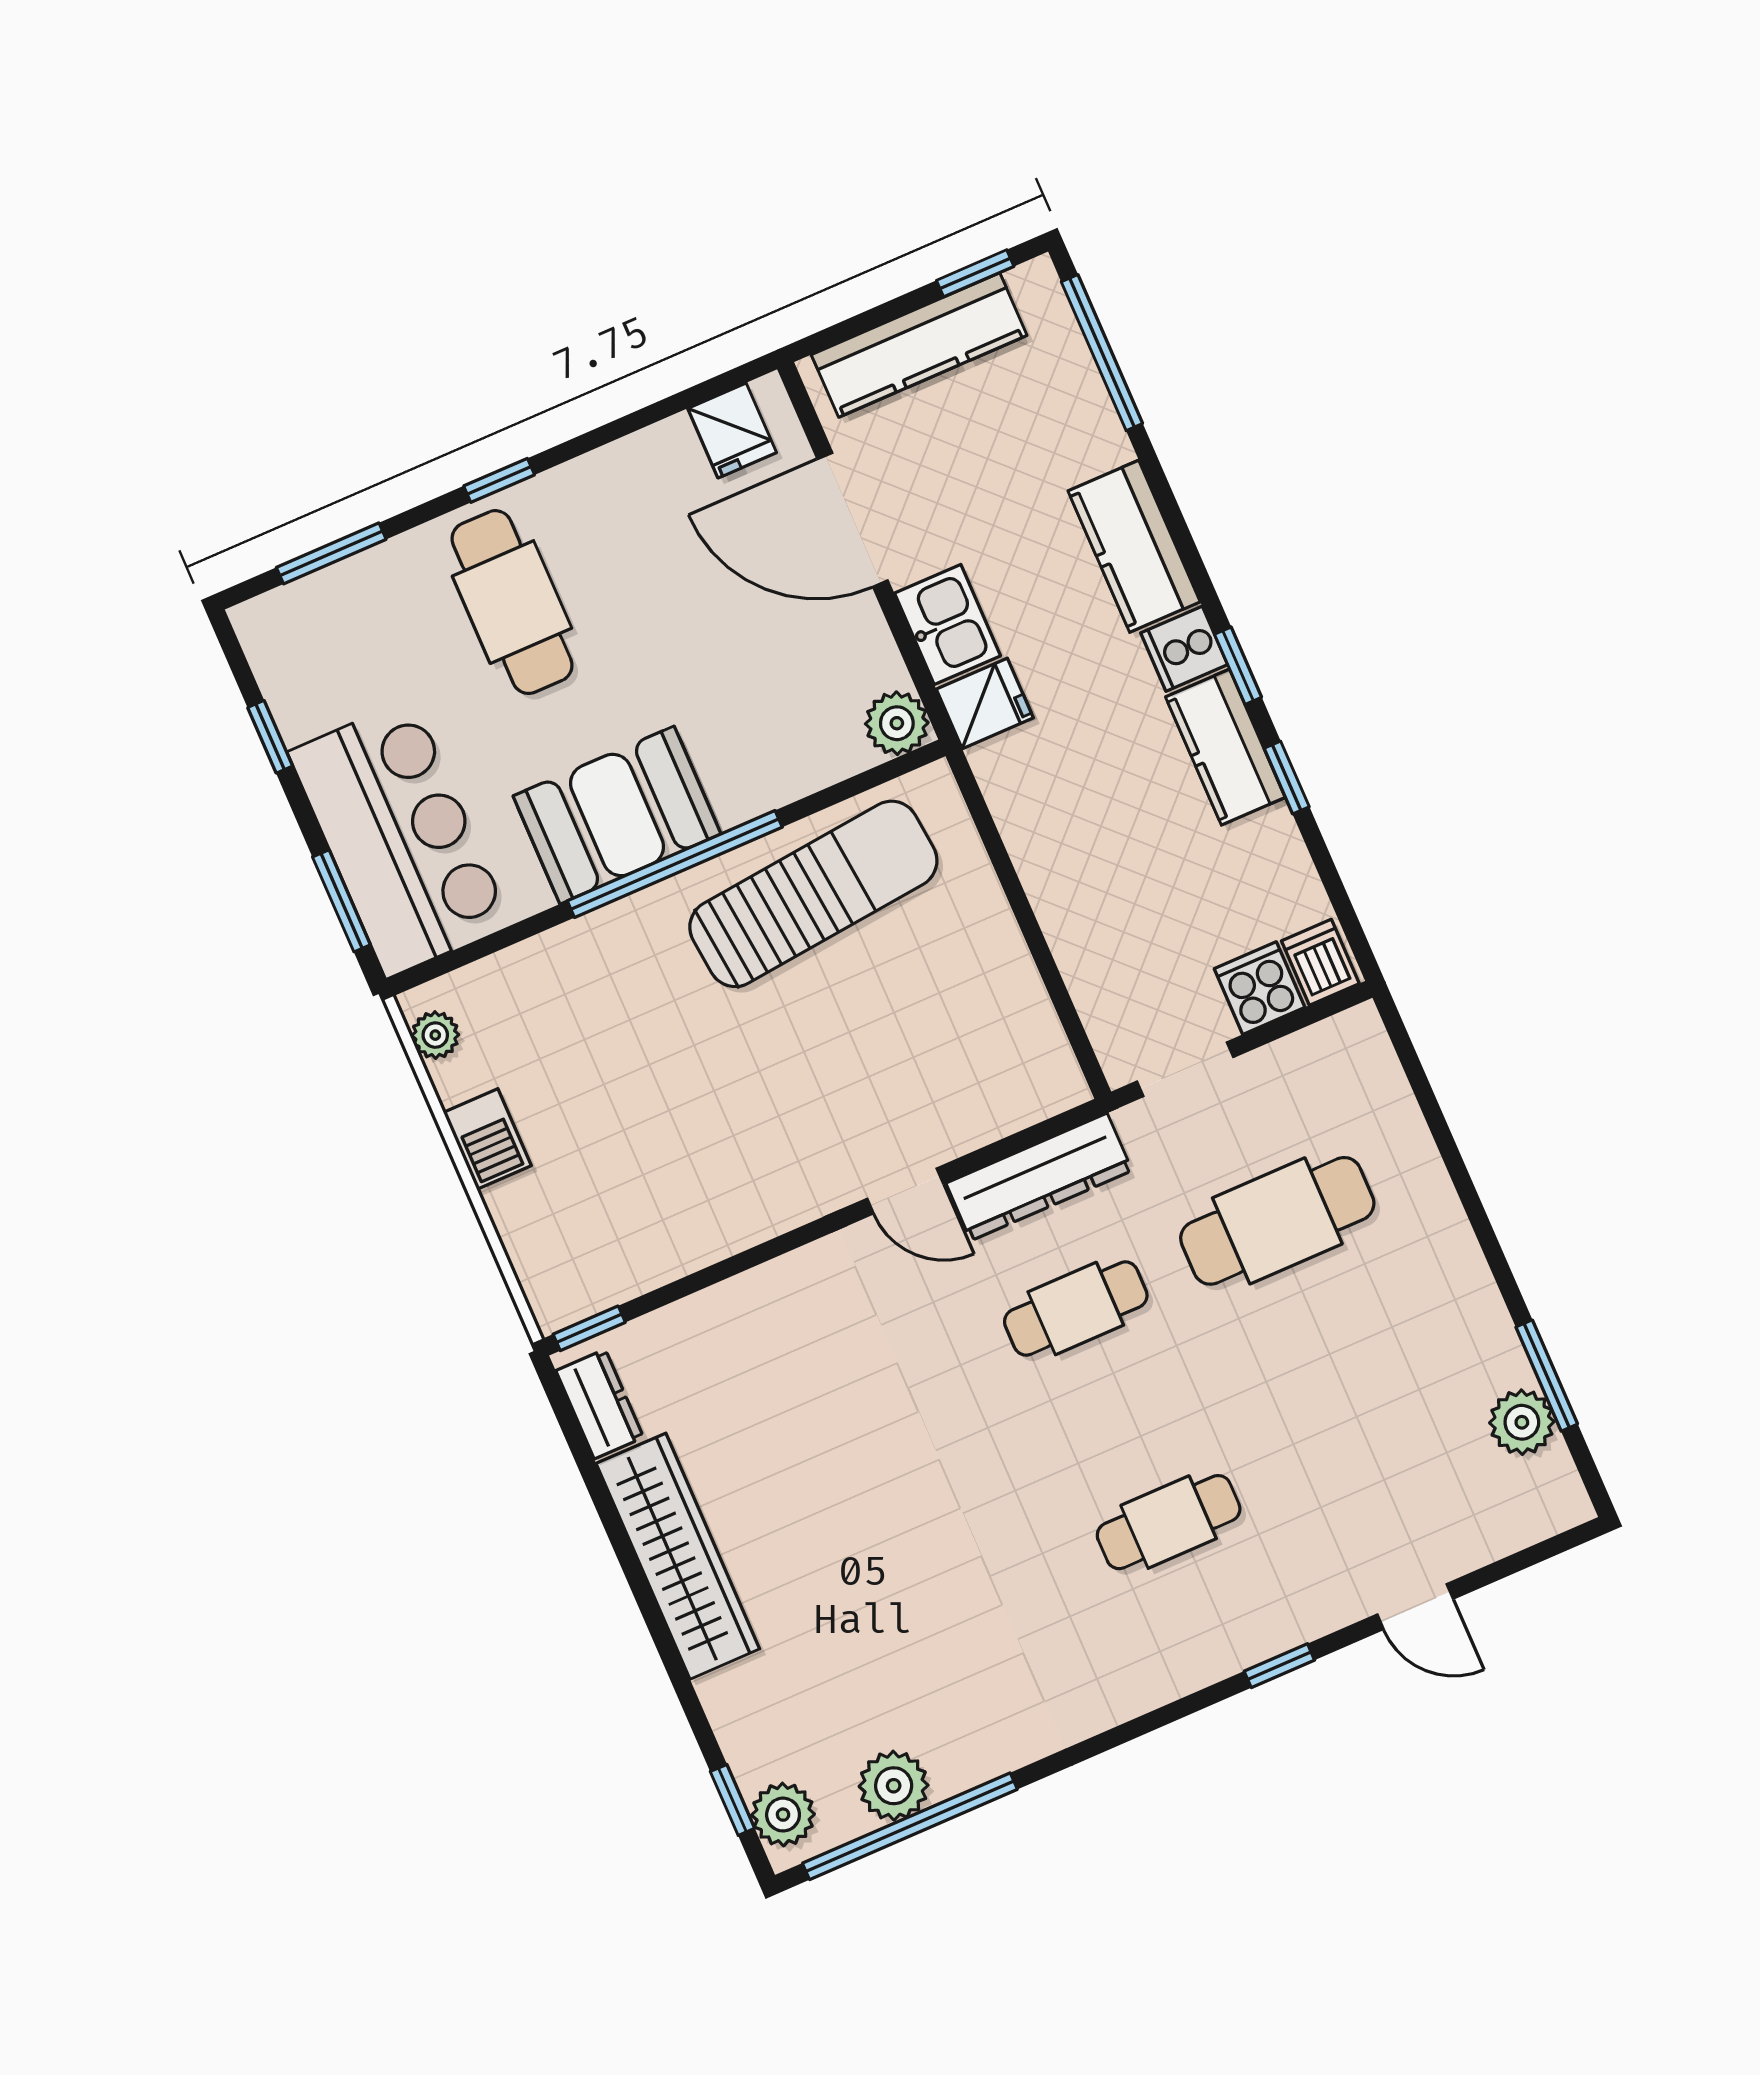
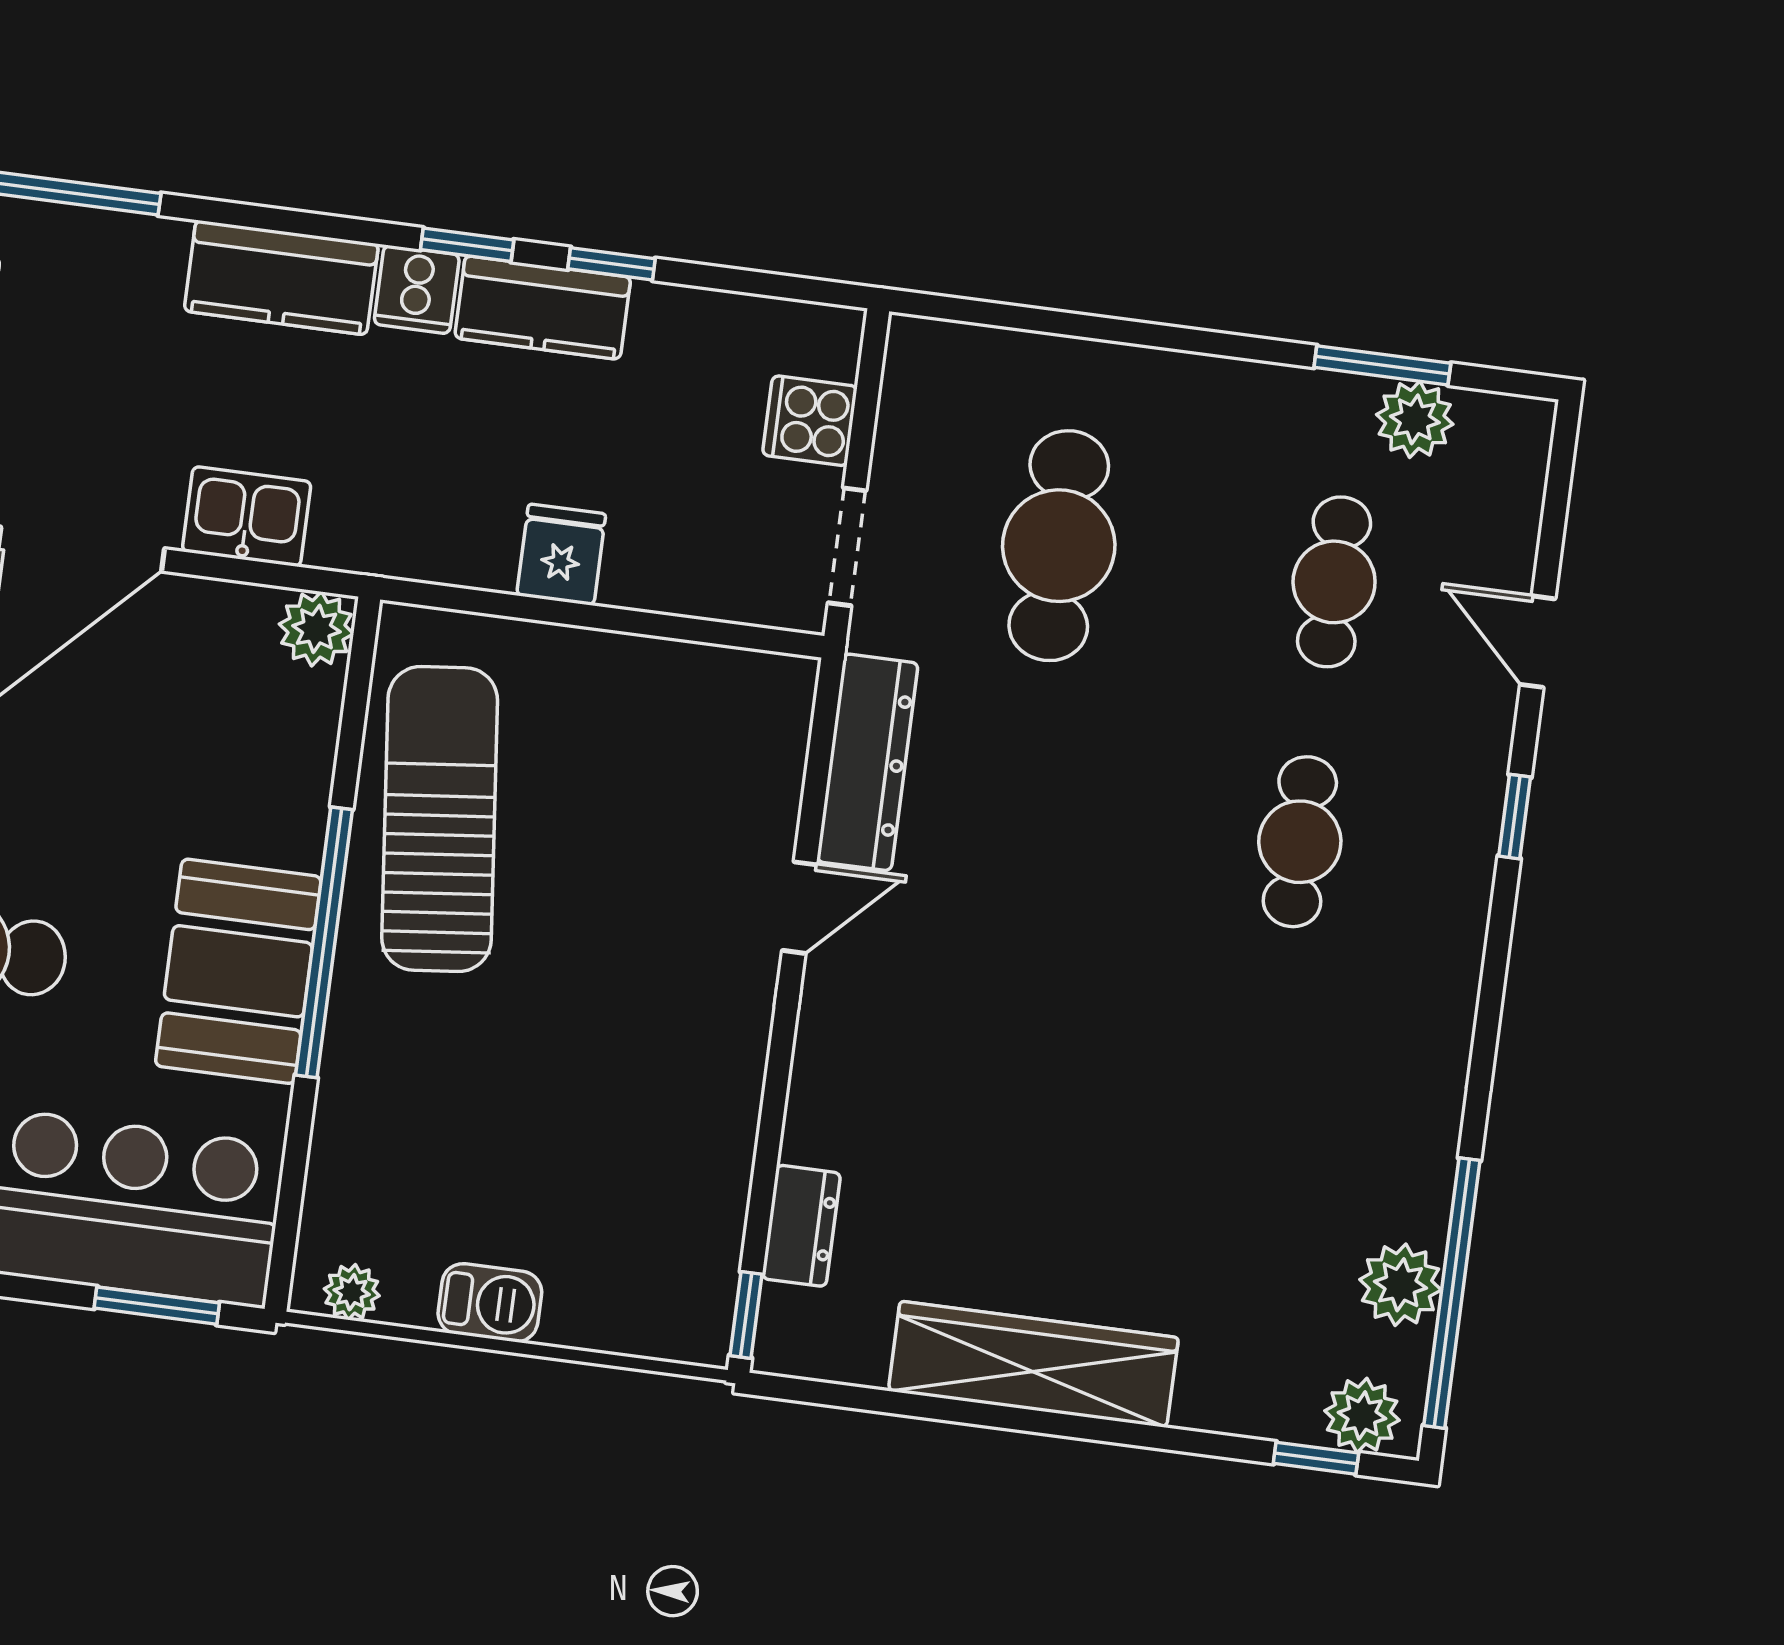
fridge: (985, 704) -> (561, 555), moved
dishwasher: (1320, 962) -> (821, 343), removed
cafe table: (1076, 1309) -> (1334, 582), moved
dresser: (600, 1404) -> (801, 1226), moved, turned 90
door: (1415, 1607) -> (1538, 642), swing flipped

